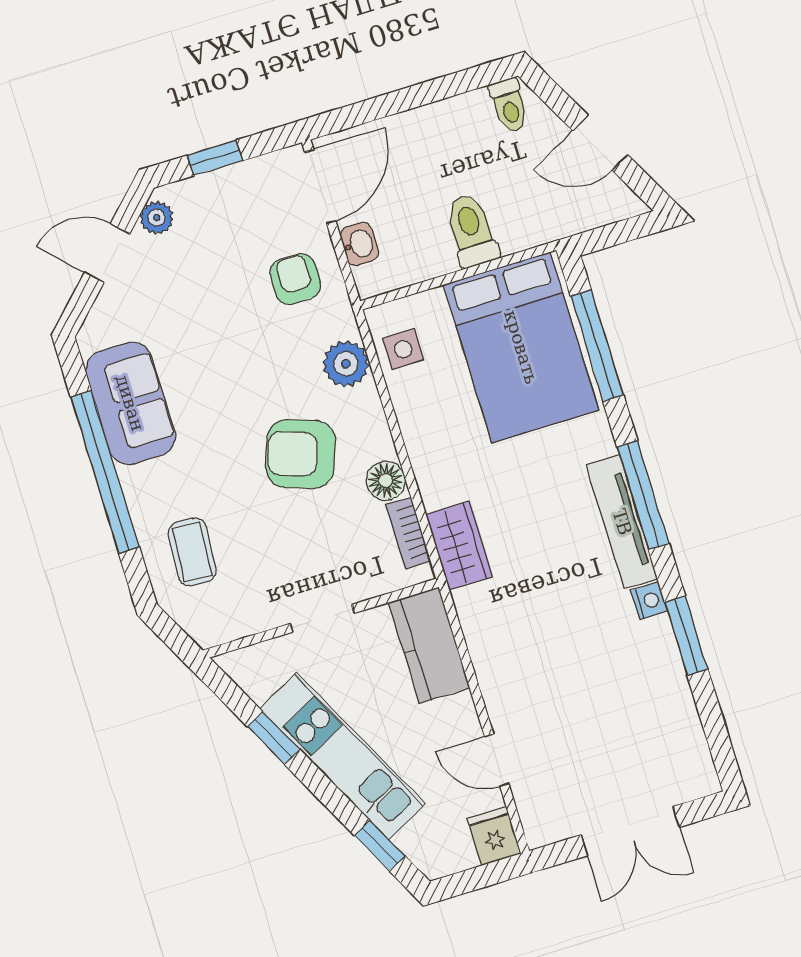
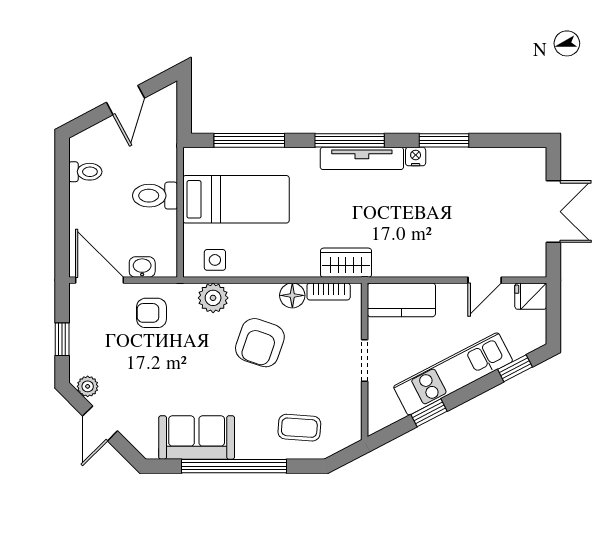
toilet: (509, 105) -> (85, 172), moved
bed: (521, 347) -> (236, 199), width x0.67

